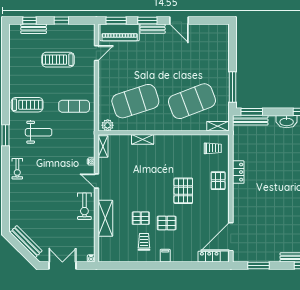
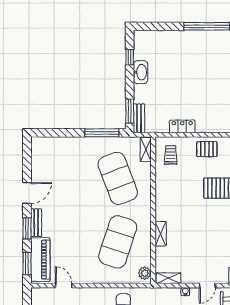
exercise mat: (135, 101) -> (118, 242), turned 36
bench: (250, 120) -> (139, 118), width x0.73
locker: (238, 172) -> (182, 126), moved

